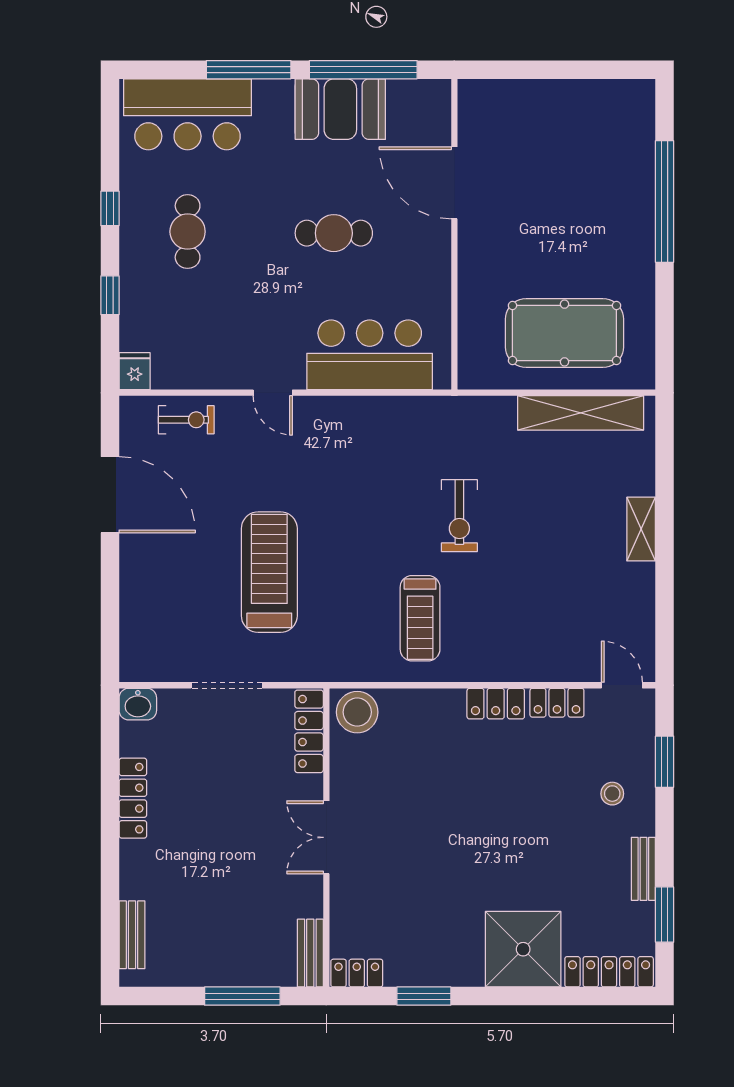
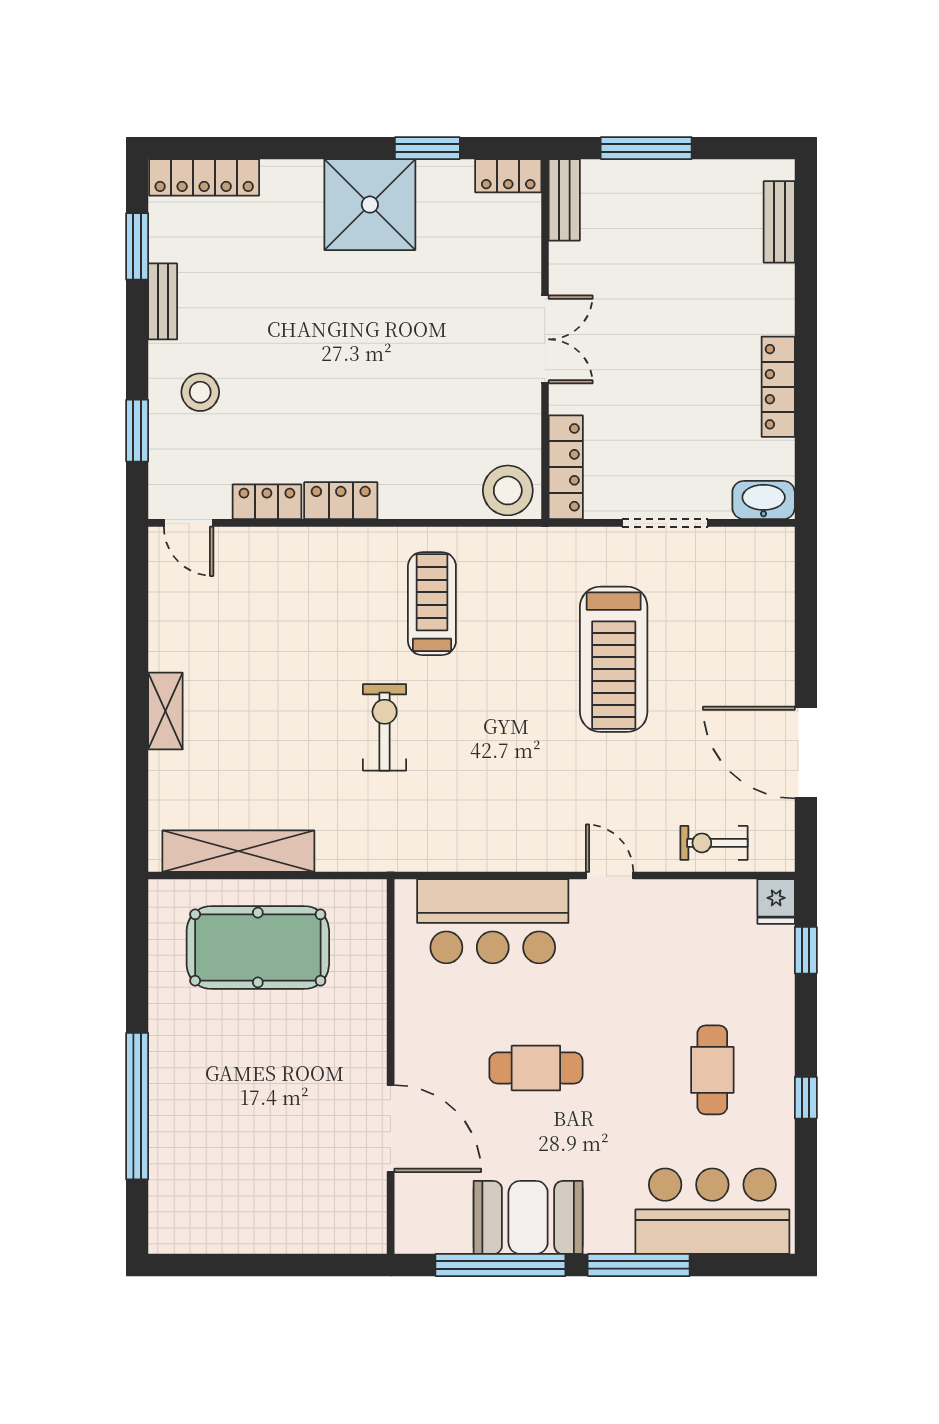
window: (110, 295) -> (806, 950), moved
washbasin: (138, 704) -> (764, 500), width x1.38
stool: (612, 794) -> (200, 392), width x1.37, depth x1.37
shower: (523, 949) -> (370, 205), moved

